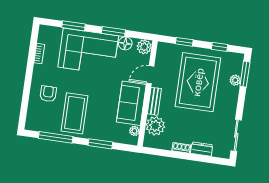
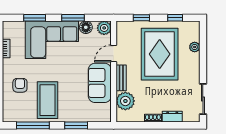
window: (245, 74) -> (203, 40), removed
plant: (134, 131) -> (106, 109), removed

